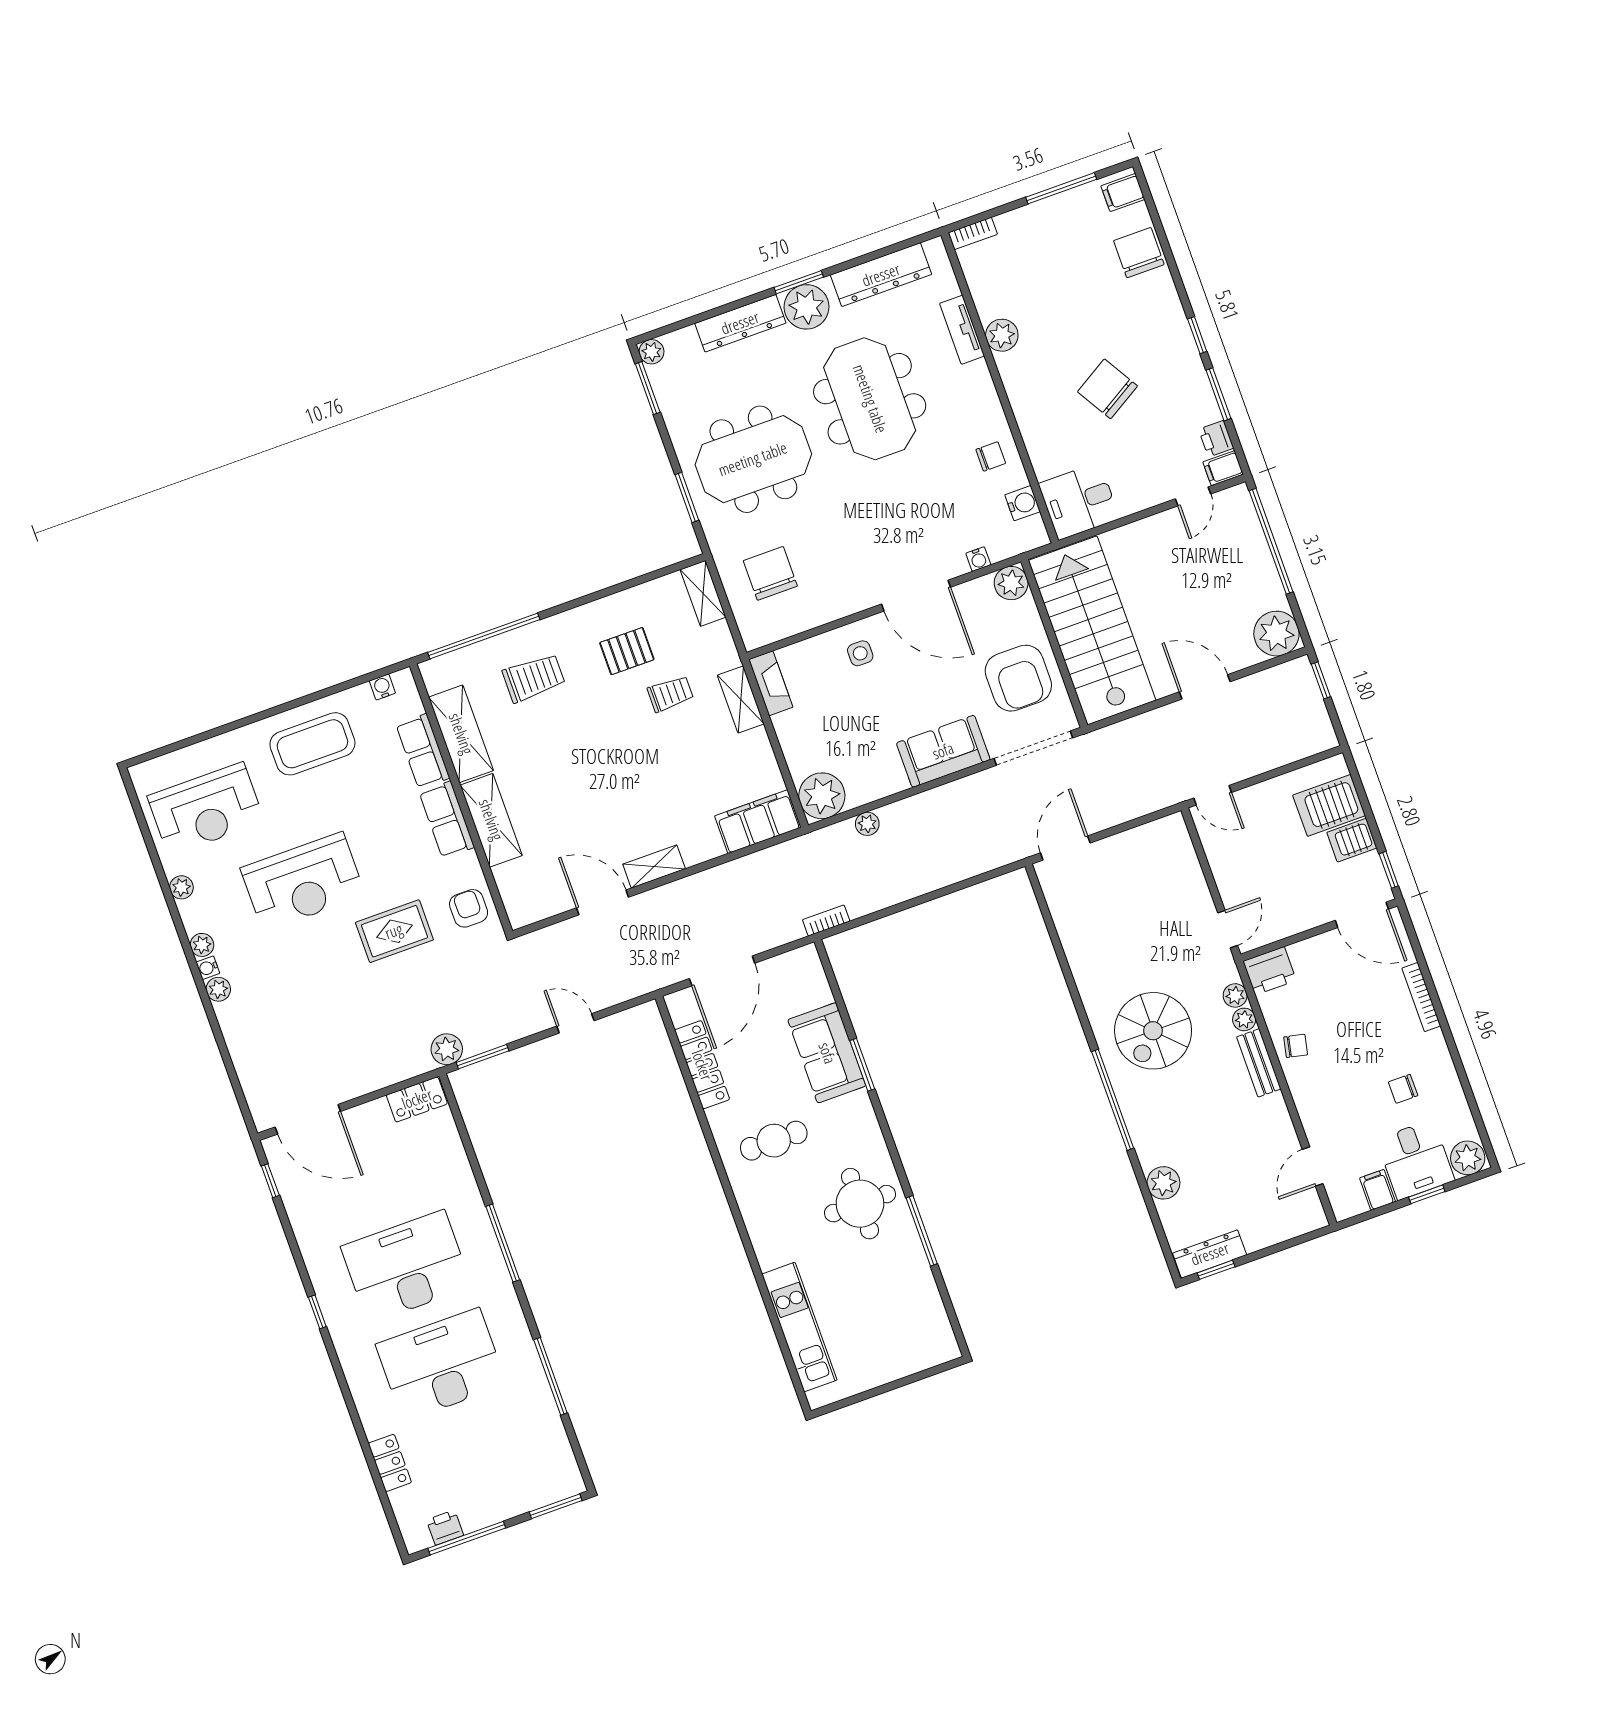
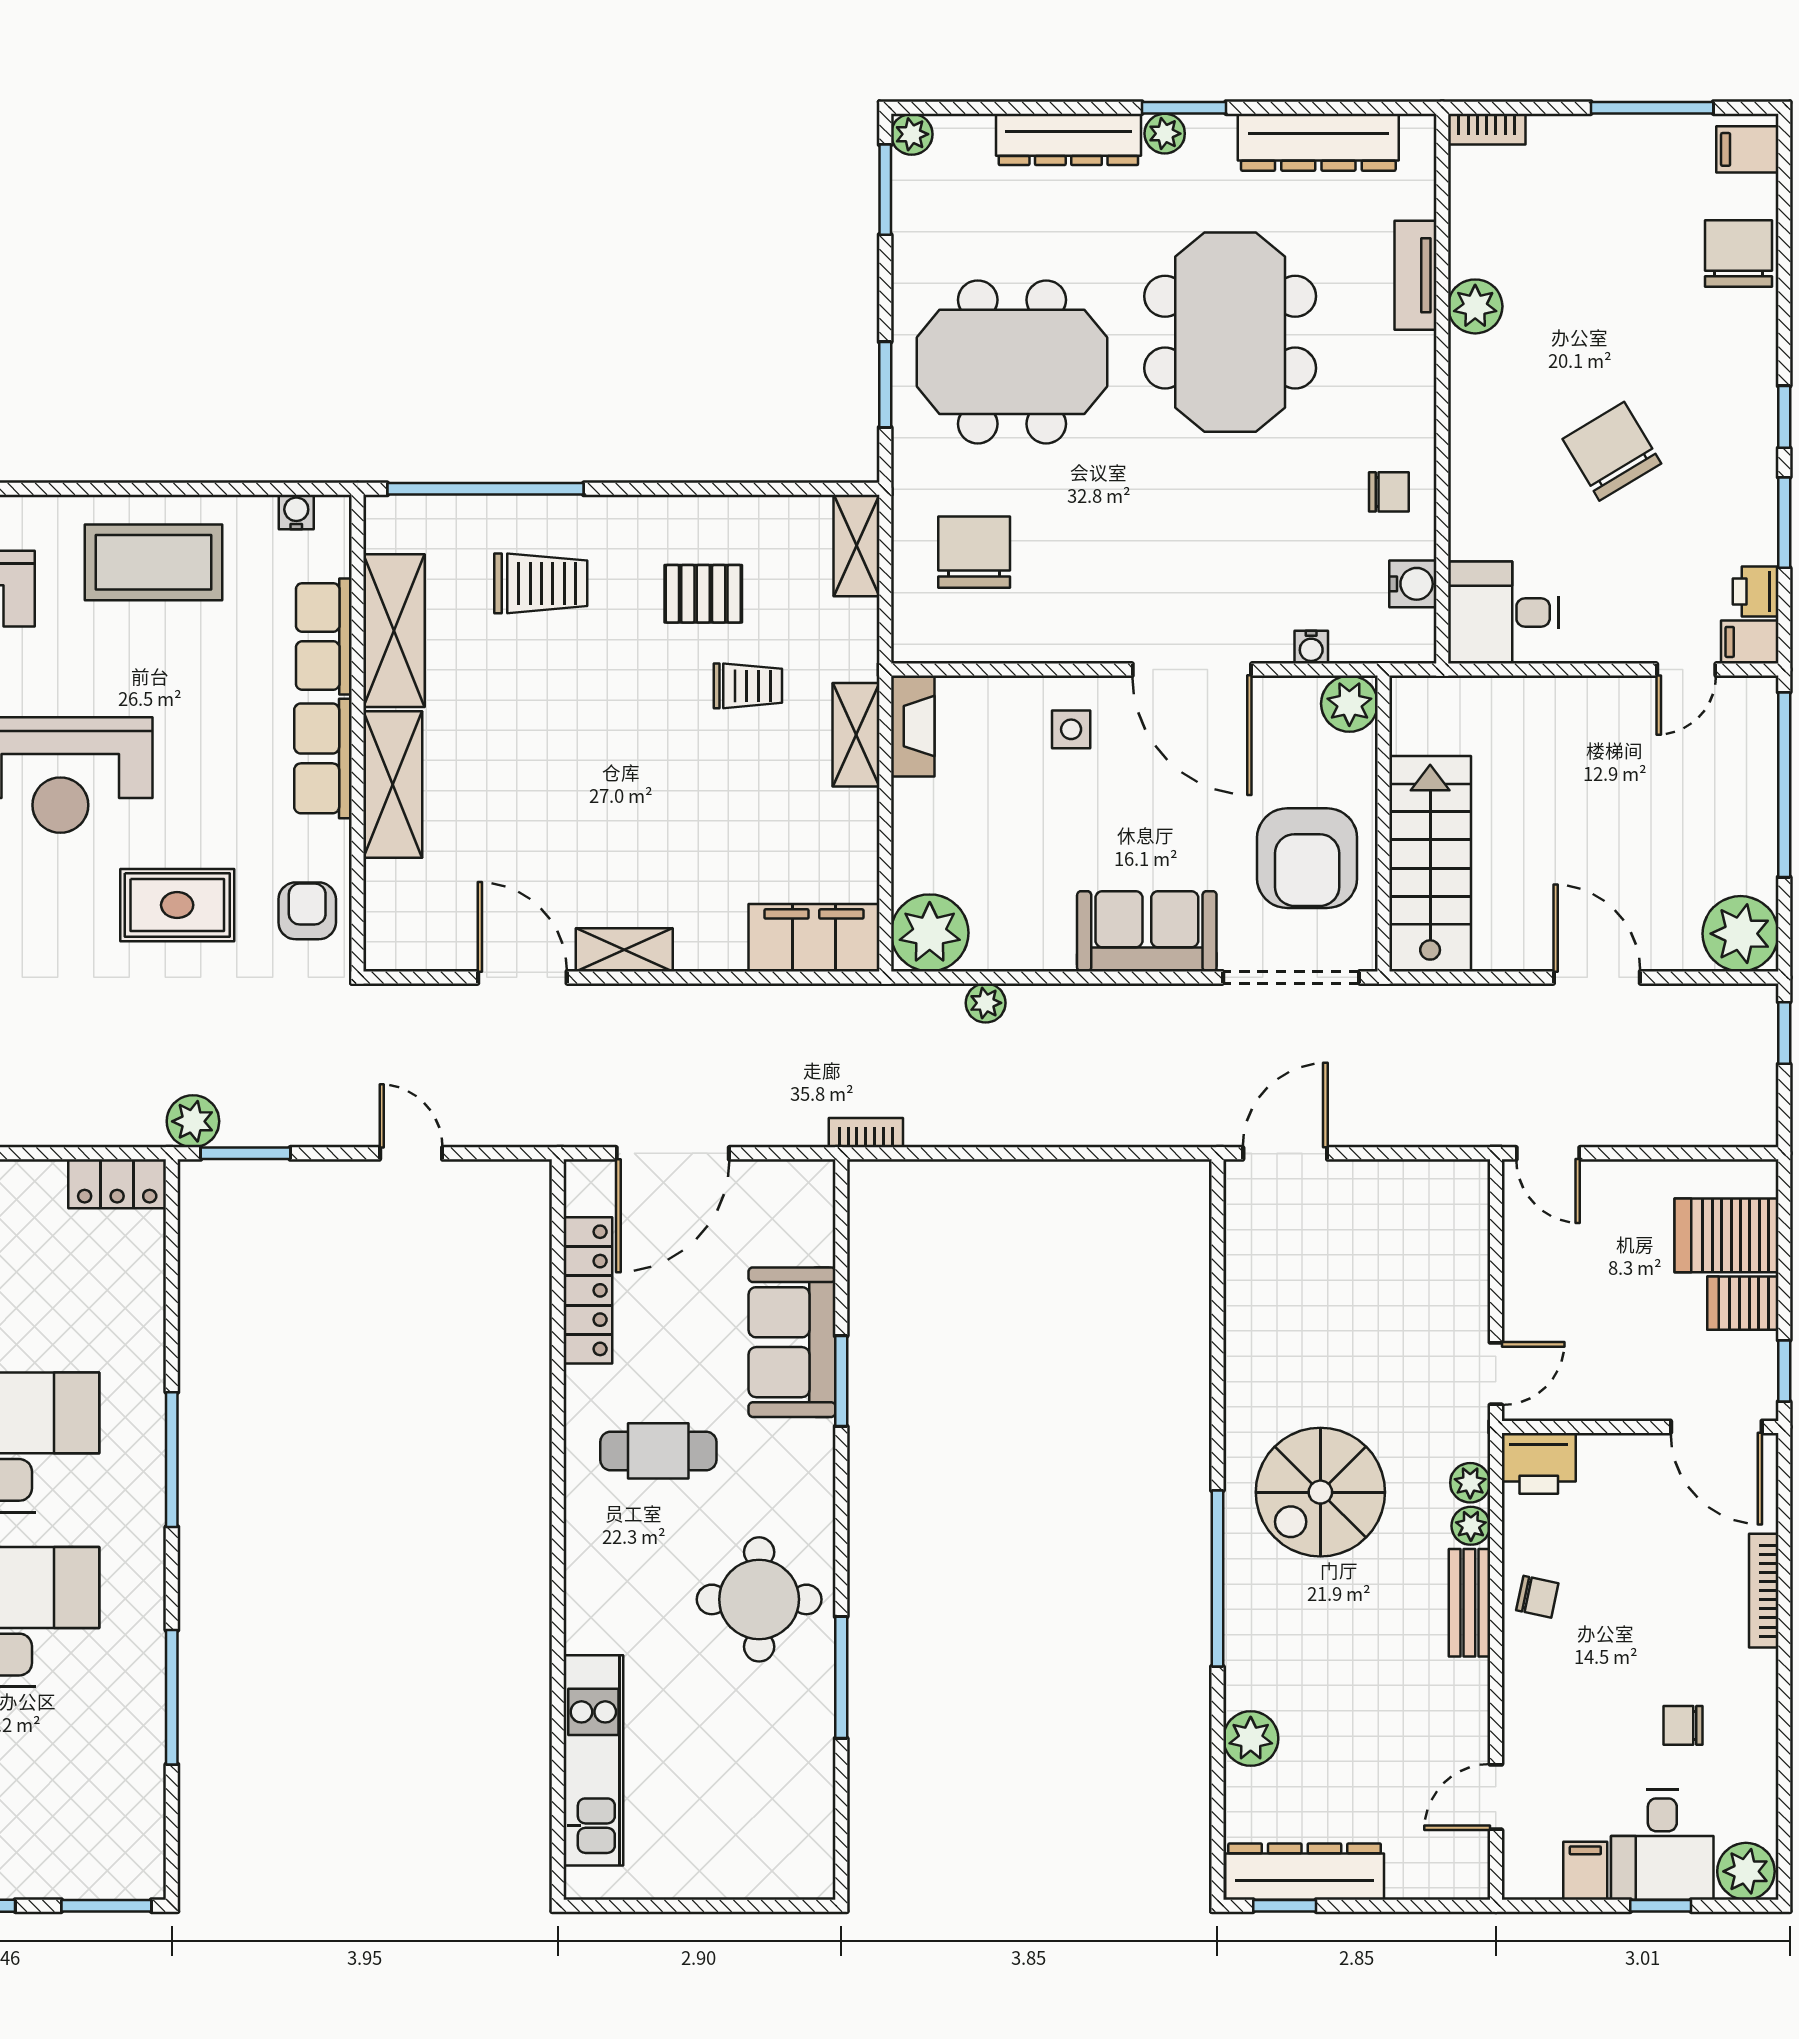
plant: (806, 307) -> (1165, 134), width x0.53, depth x0.53
stairs: (1092, 630) -> (1430, 864), width x0.73, depth x0.66
dresser: (1210, 1254) -> (1305, 1872), width x1.37, depth x1.24

